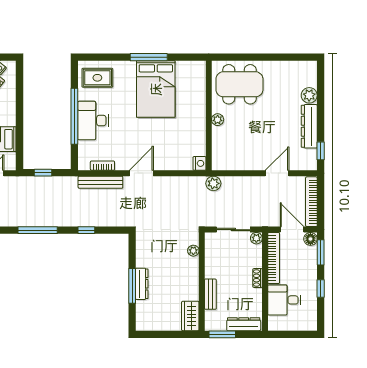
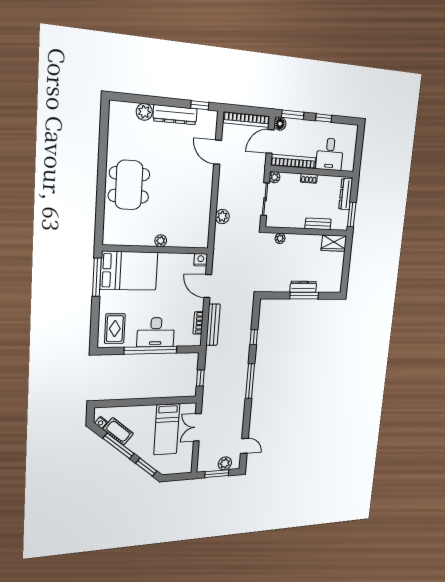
wall: (209, 116) -> (156, 249), moved
plant: (218, 120) -> (161, 241), moved
nightstand: (199, 163) -> (201, 260), moved

